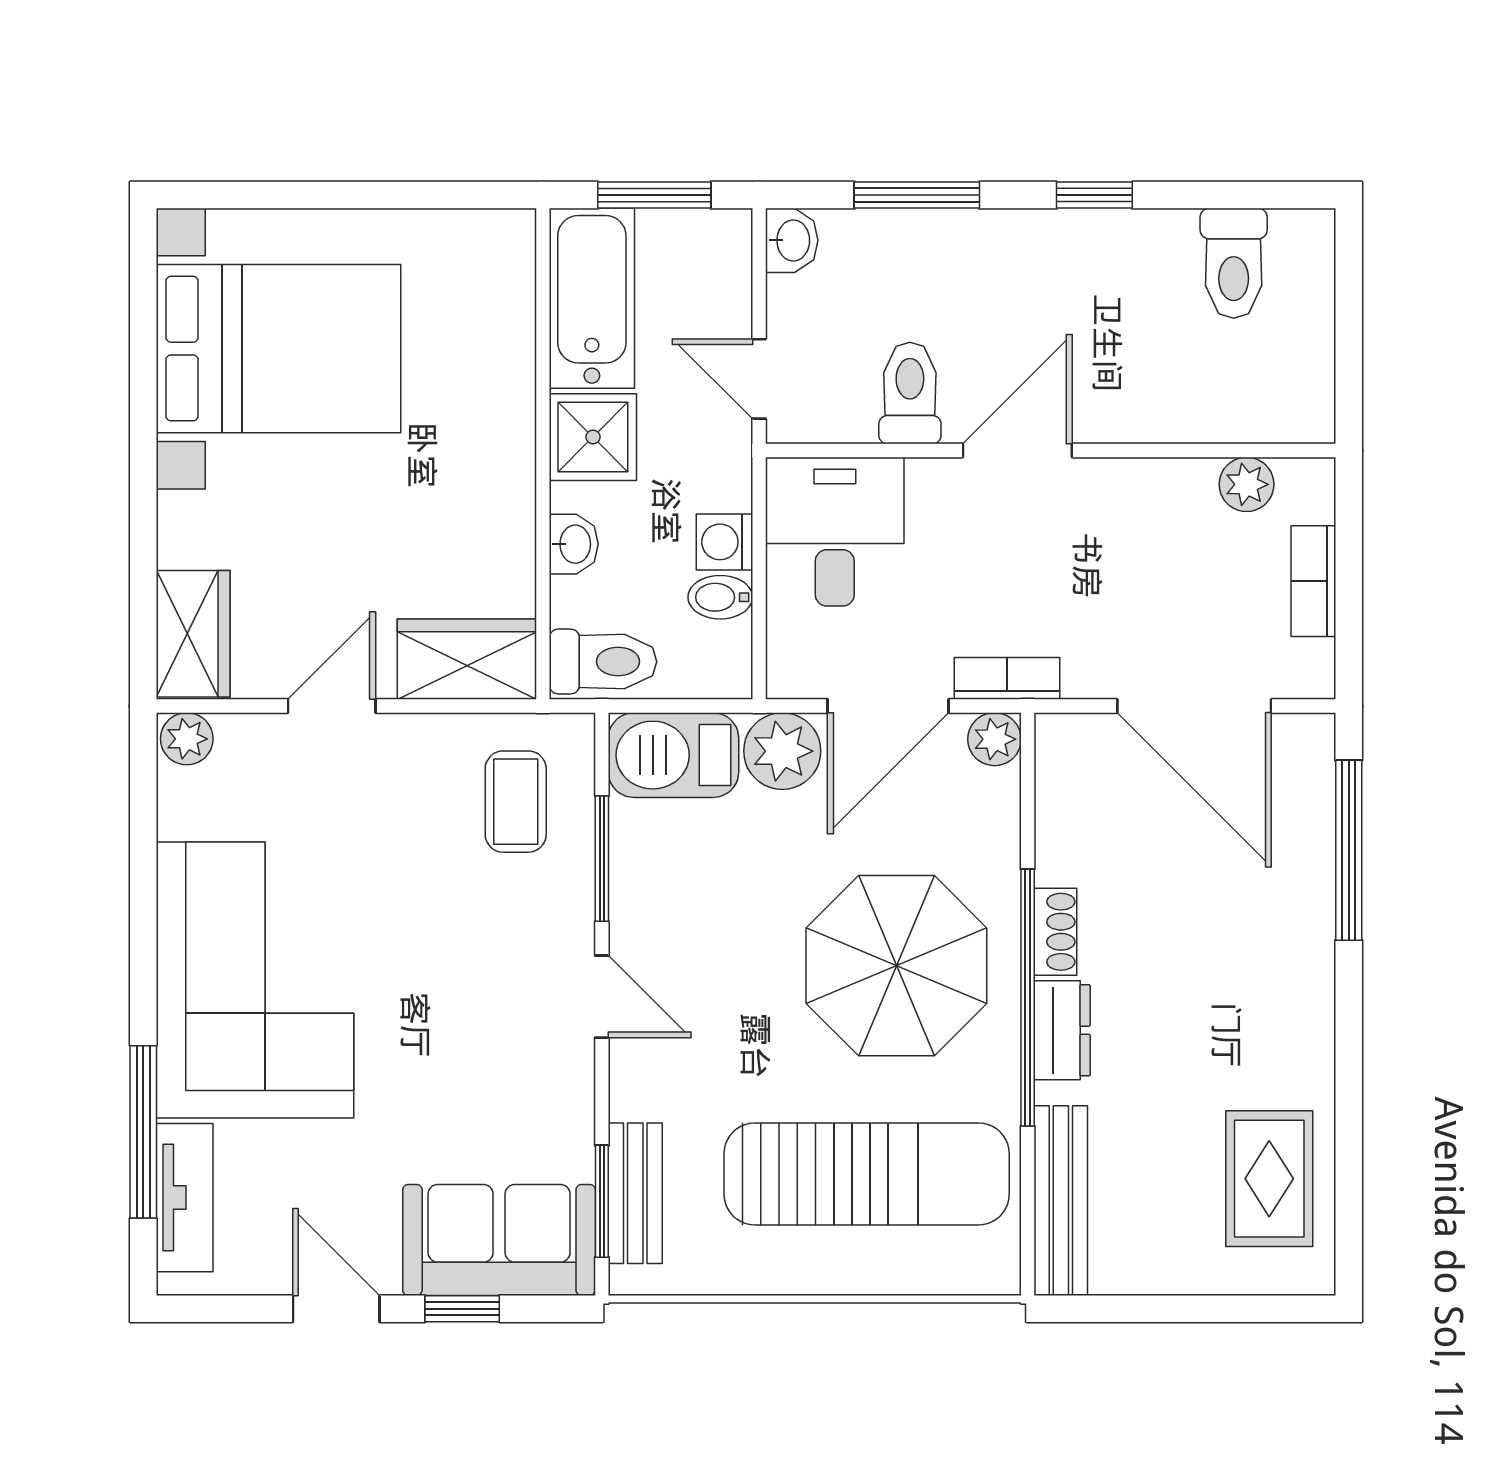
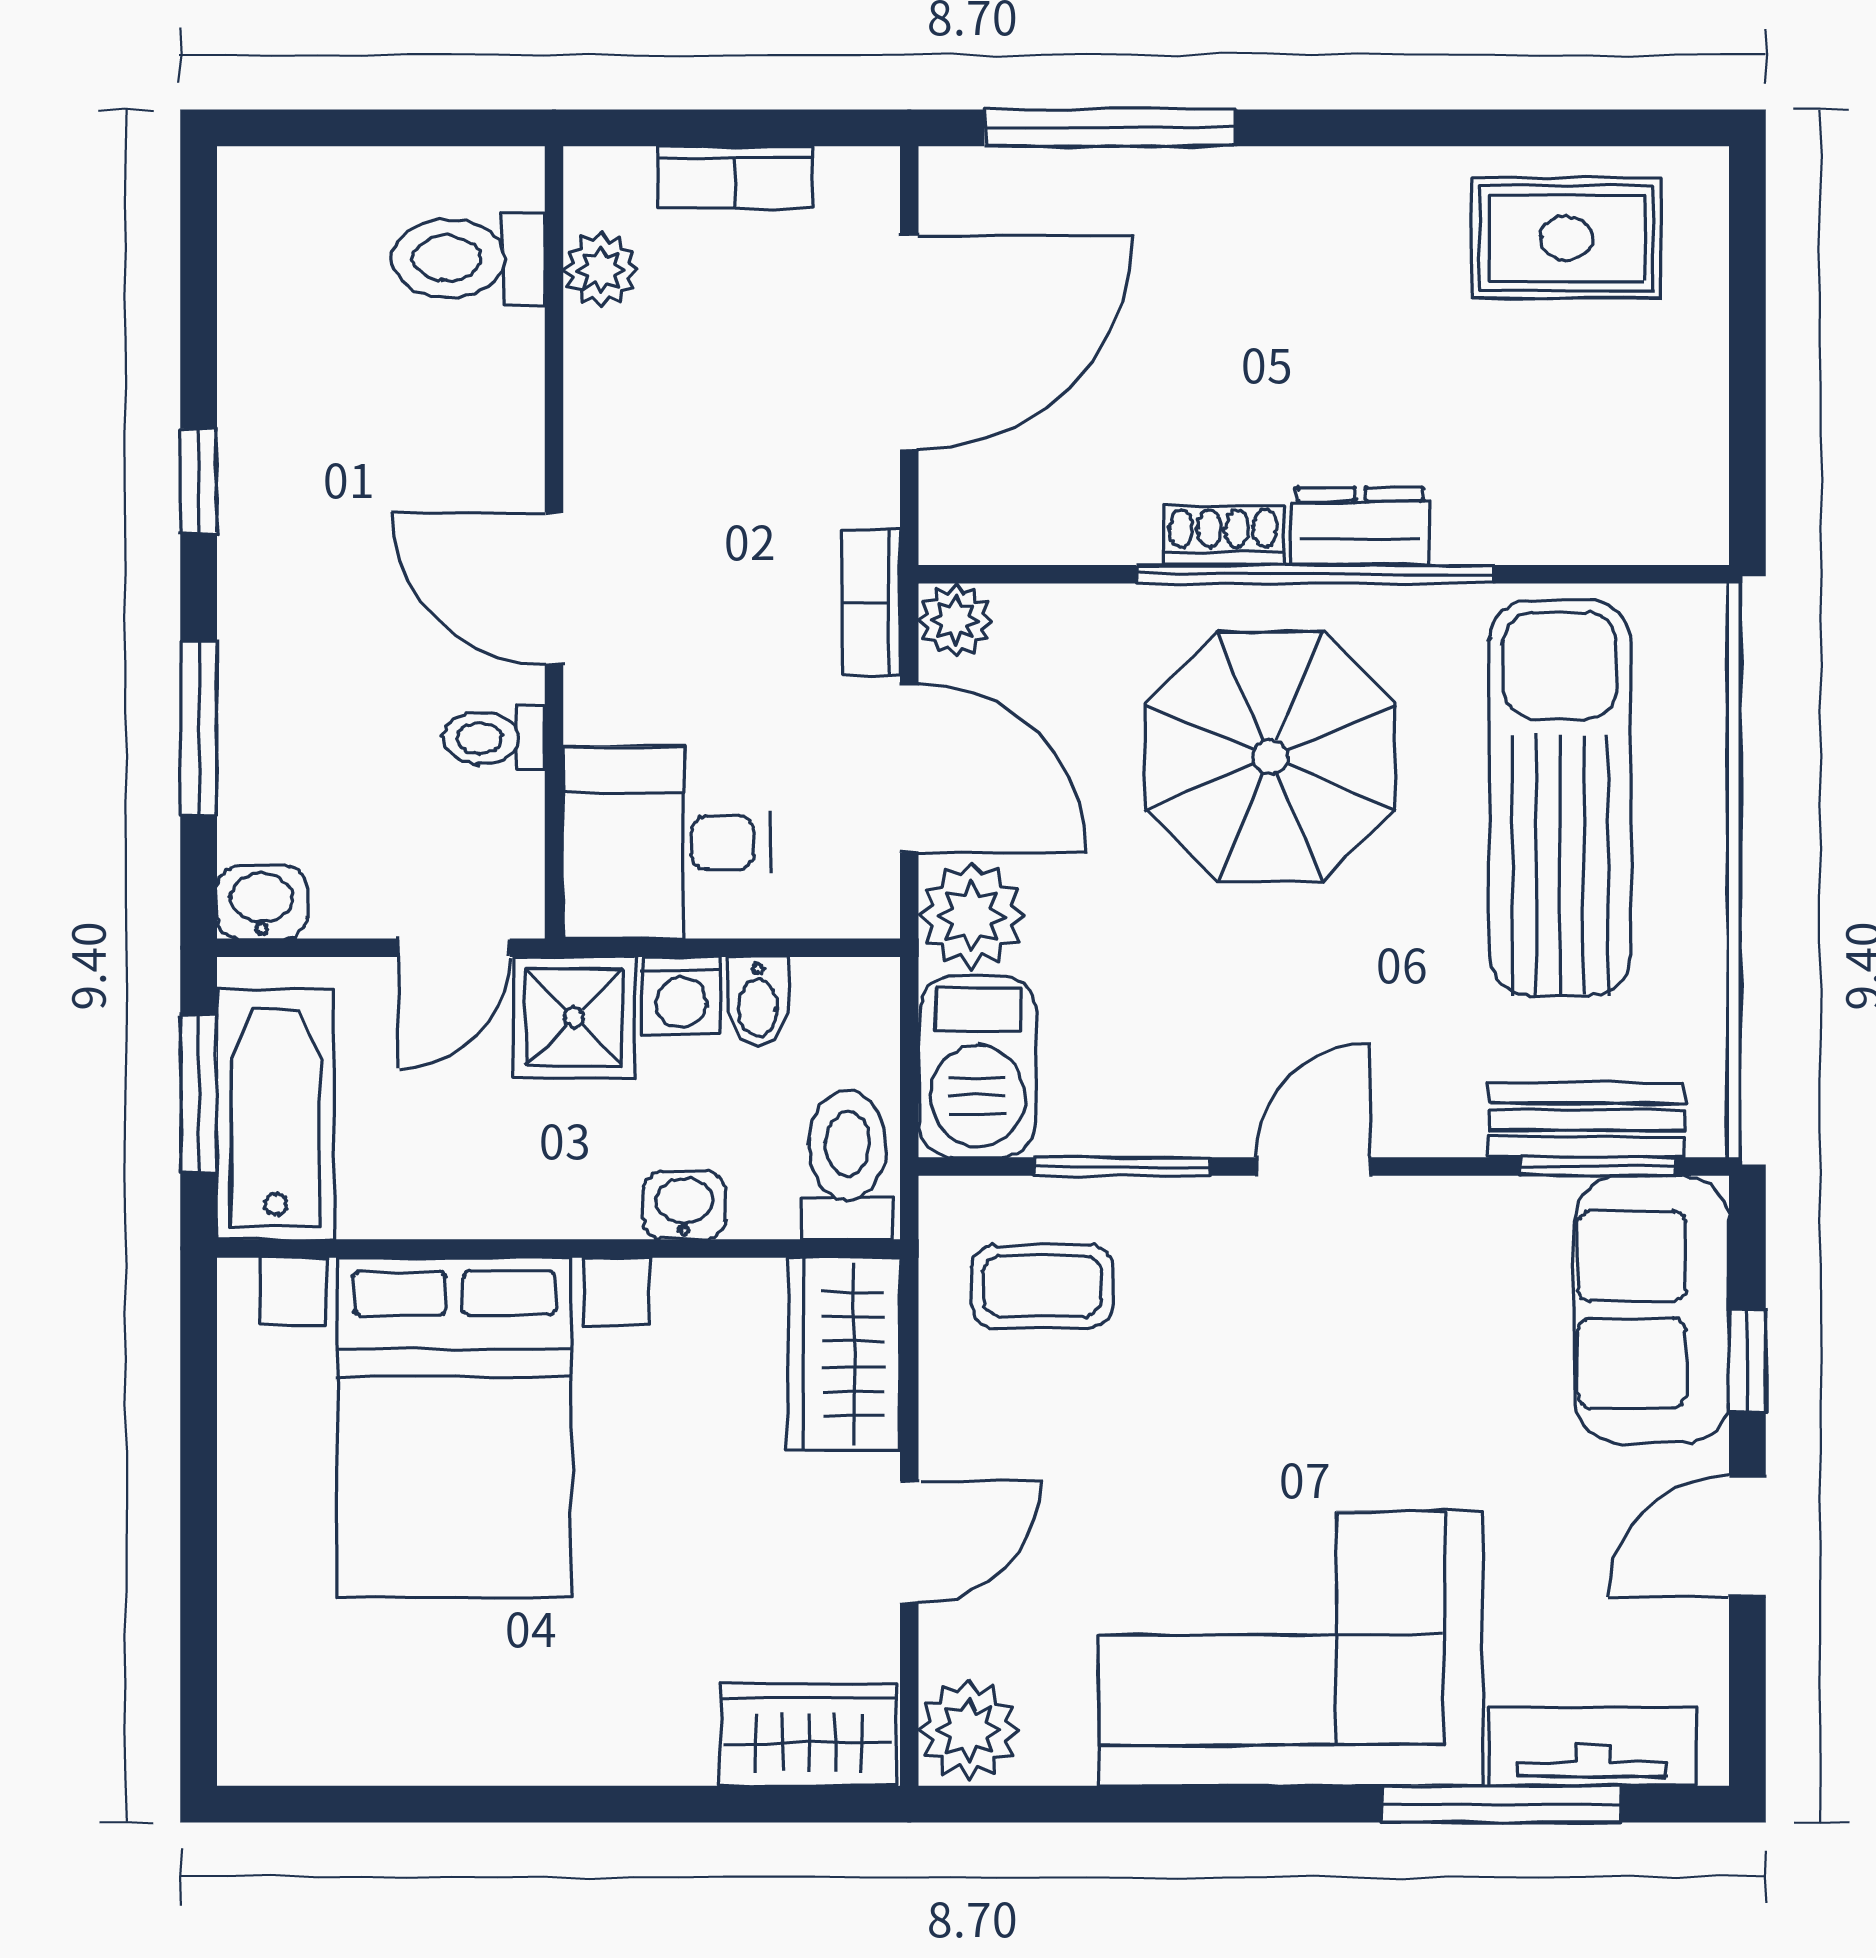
toilet: (1234, 263) -> (468, 259), moved, turned 180
bathtub: (592, 298) -> (276, 1114), moved, turned 90
bed with nightstands: (278, 349) -> (455, 1427), moved, turned 180
toilet: (910, 393) -> (494, 738), width x0.73, depth x0.72
shower: (593, 437) -> (574, 1017), moved
door: (332, 706) -> (909, 1542), swing flipped
plant: (187, 739) -> (968, 1730), width x1.38, depth x1.38
bench: (1061, 1201) -> (1597, 528), removed

